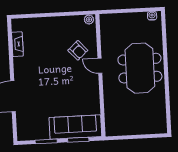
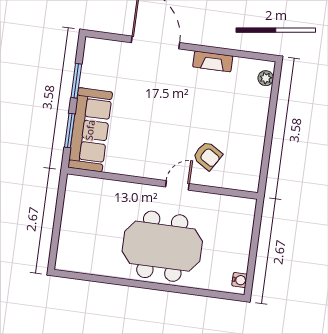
plant: (89, 19) -> (266, 78), moved
fireplace: (17, 44) -> (213, 61), moved
armchair: (78, 50) -> (208, 156), turned -106

